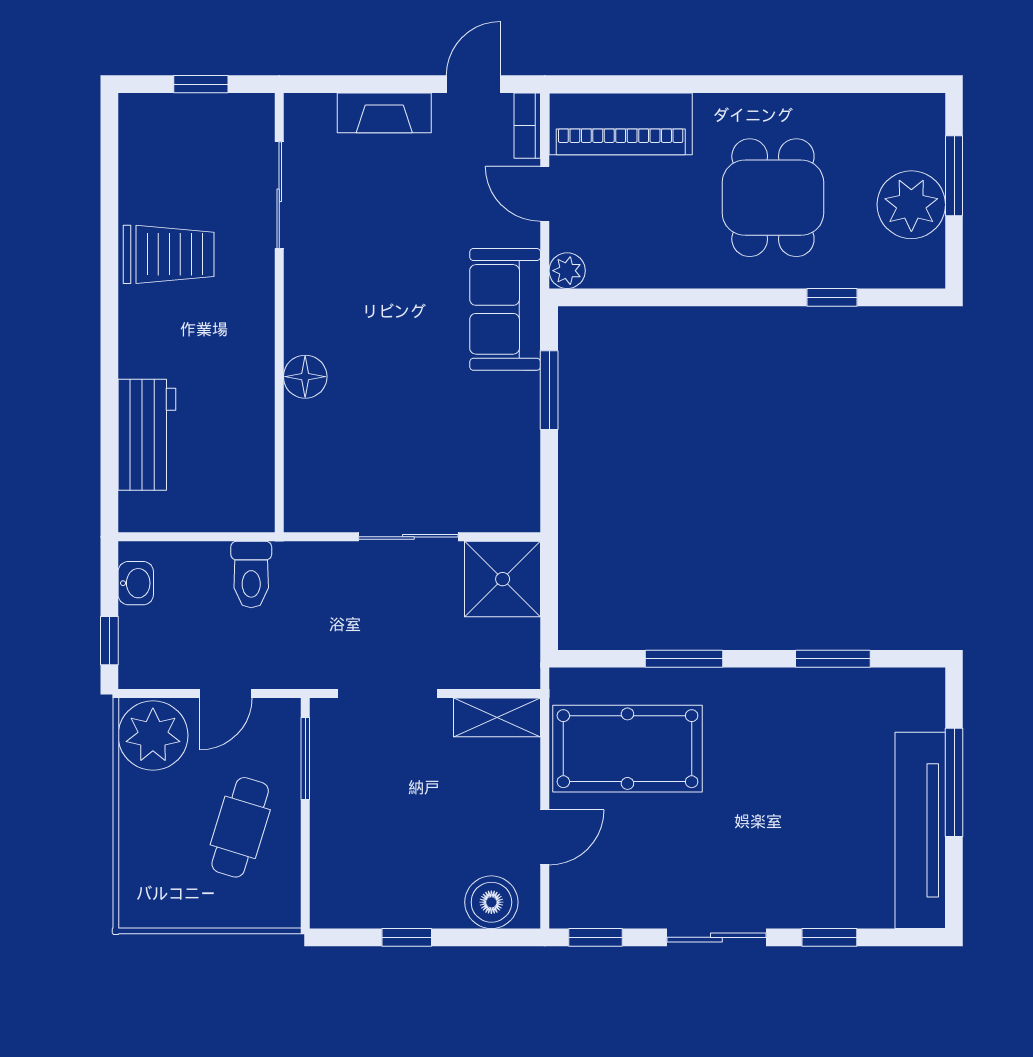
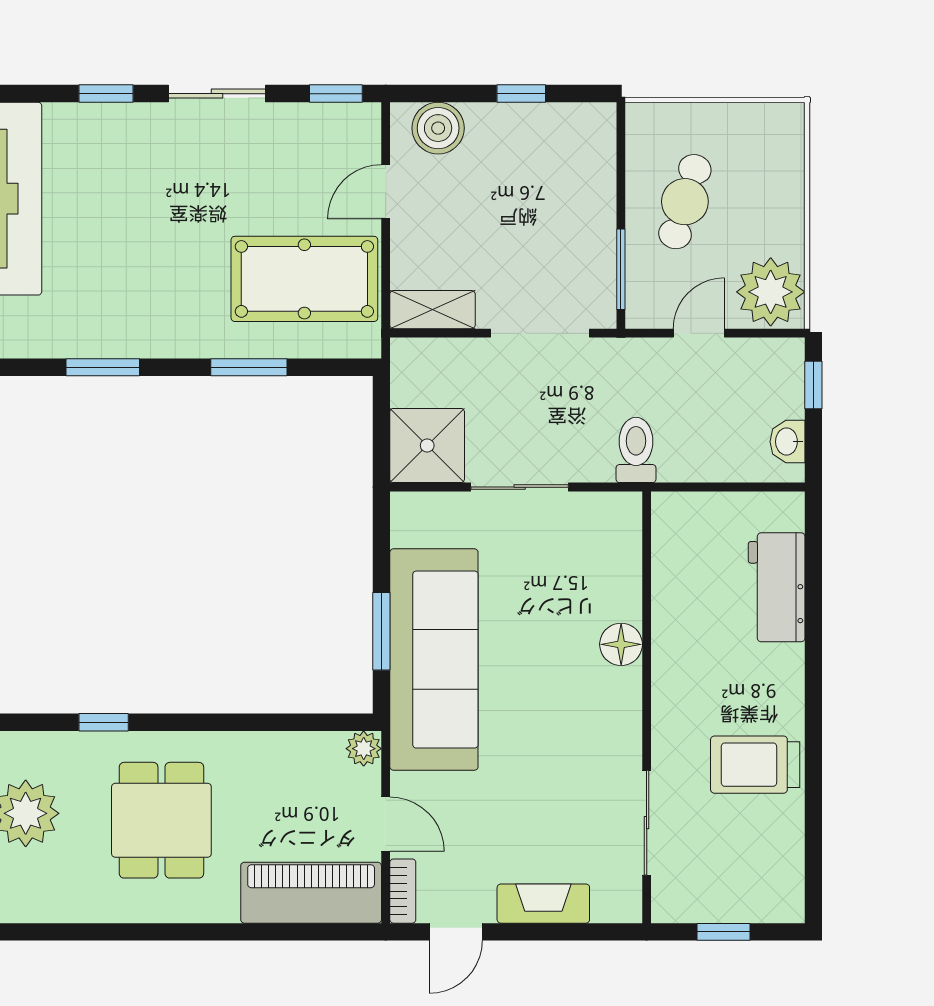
sofa: (505, 309) -> (434, 660), width x1.85, depth x1.27
toilet: (251, 575) -> (636, 450), moved

